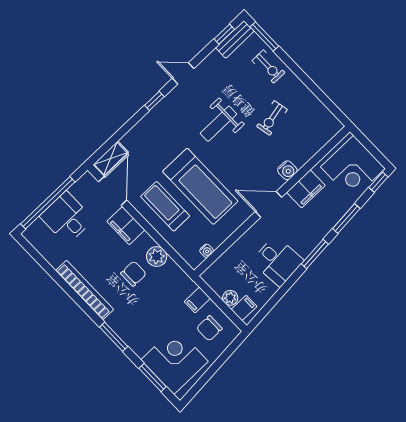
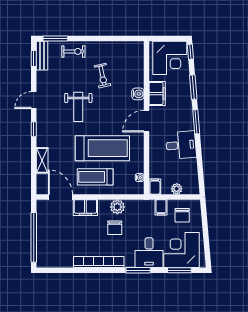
shelving: (111, 158) -> (42, 160), moved
desk: (67, 218) -> (149, 253), moved, turned -90
chair: (133, 274) -> (115, 228), turned 180
filing cabinet: (244, 308) -> (155, 187), moved

